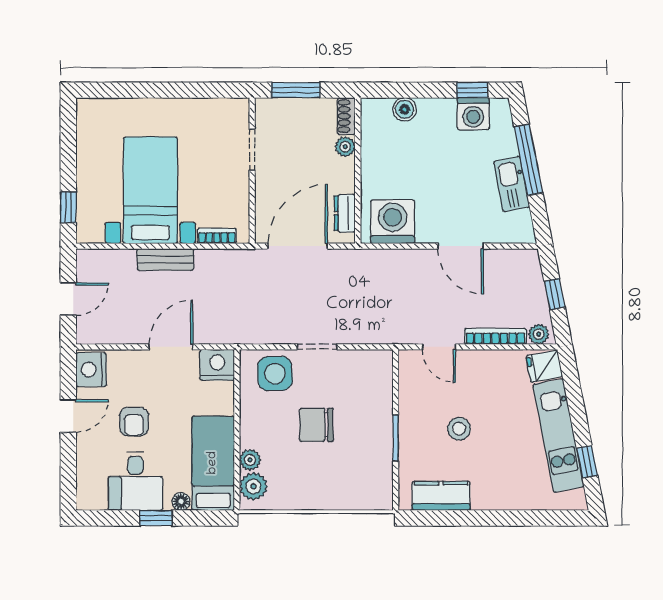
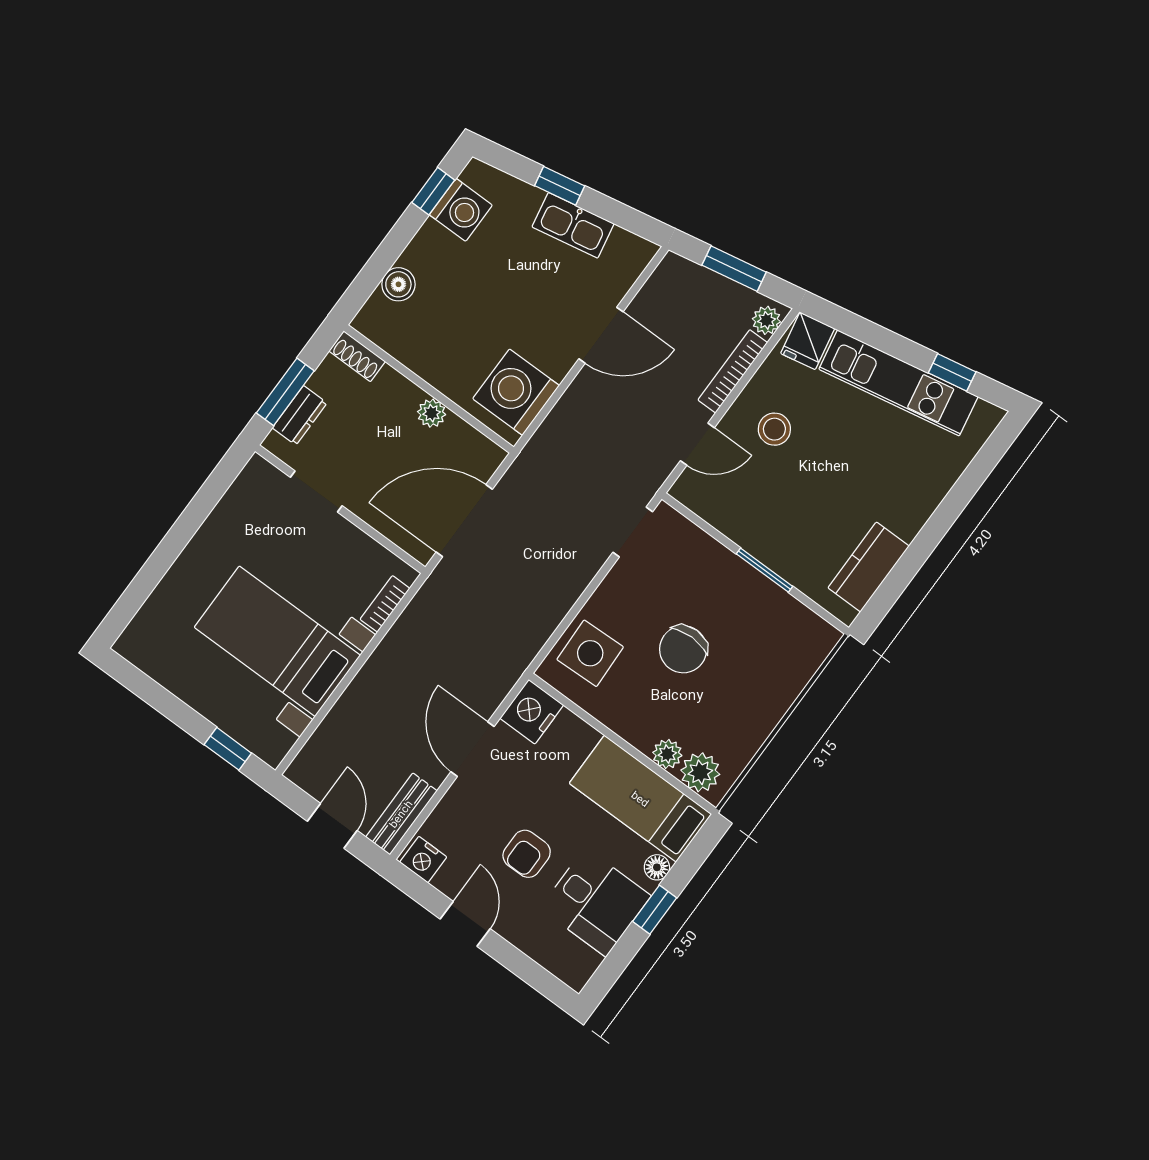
plant: (345, 147) -> (432, 413), moved
window: (528, 160) -> (560, 186), width x0.46
dresser: (345, 213) -> (300, 415), moved, turned -90
door: (298, 246) -> (464, 521), hinge flipped
bench: (165, 259) -> (401, 814), moved
window: (554, 294) -> (734, 269), width x1.50
doorway: (317, 347) -> (633, 532), moved
nightstand: (91, 370) -> (423, 860), width x0.74, depth x0.75
armchair: (134, 422) -> (527, 854), turned 90
stool: (459, 429) -> (774, 429), moved

